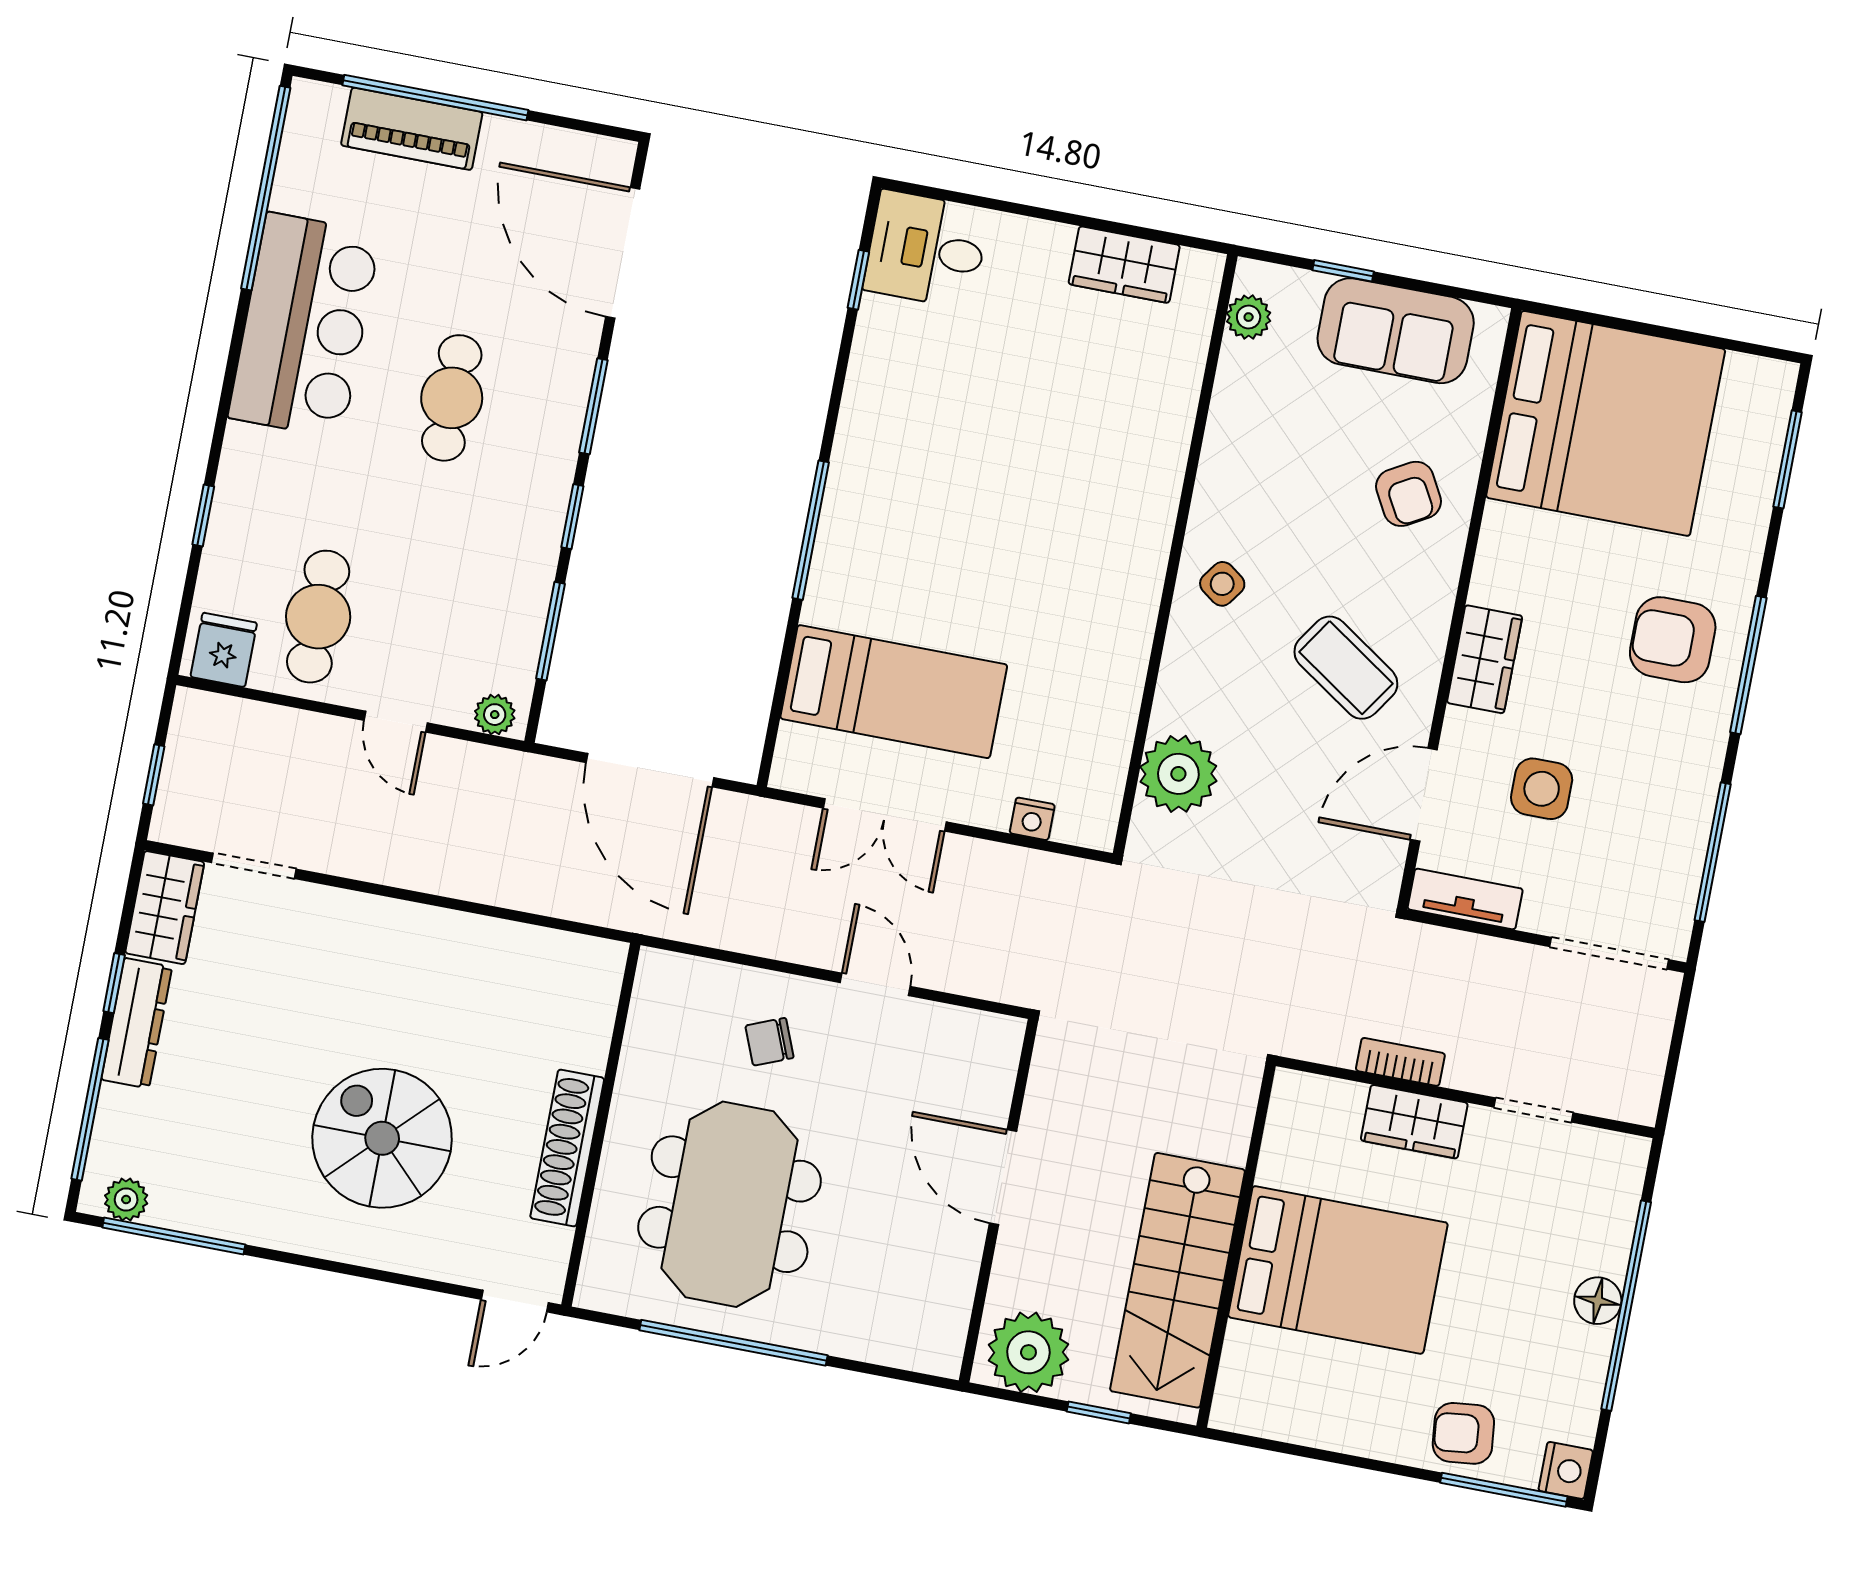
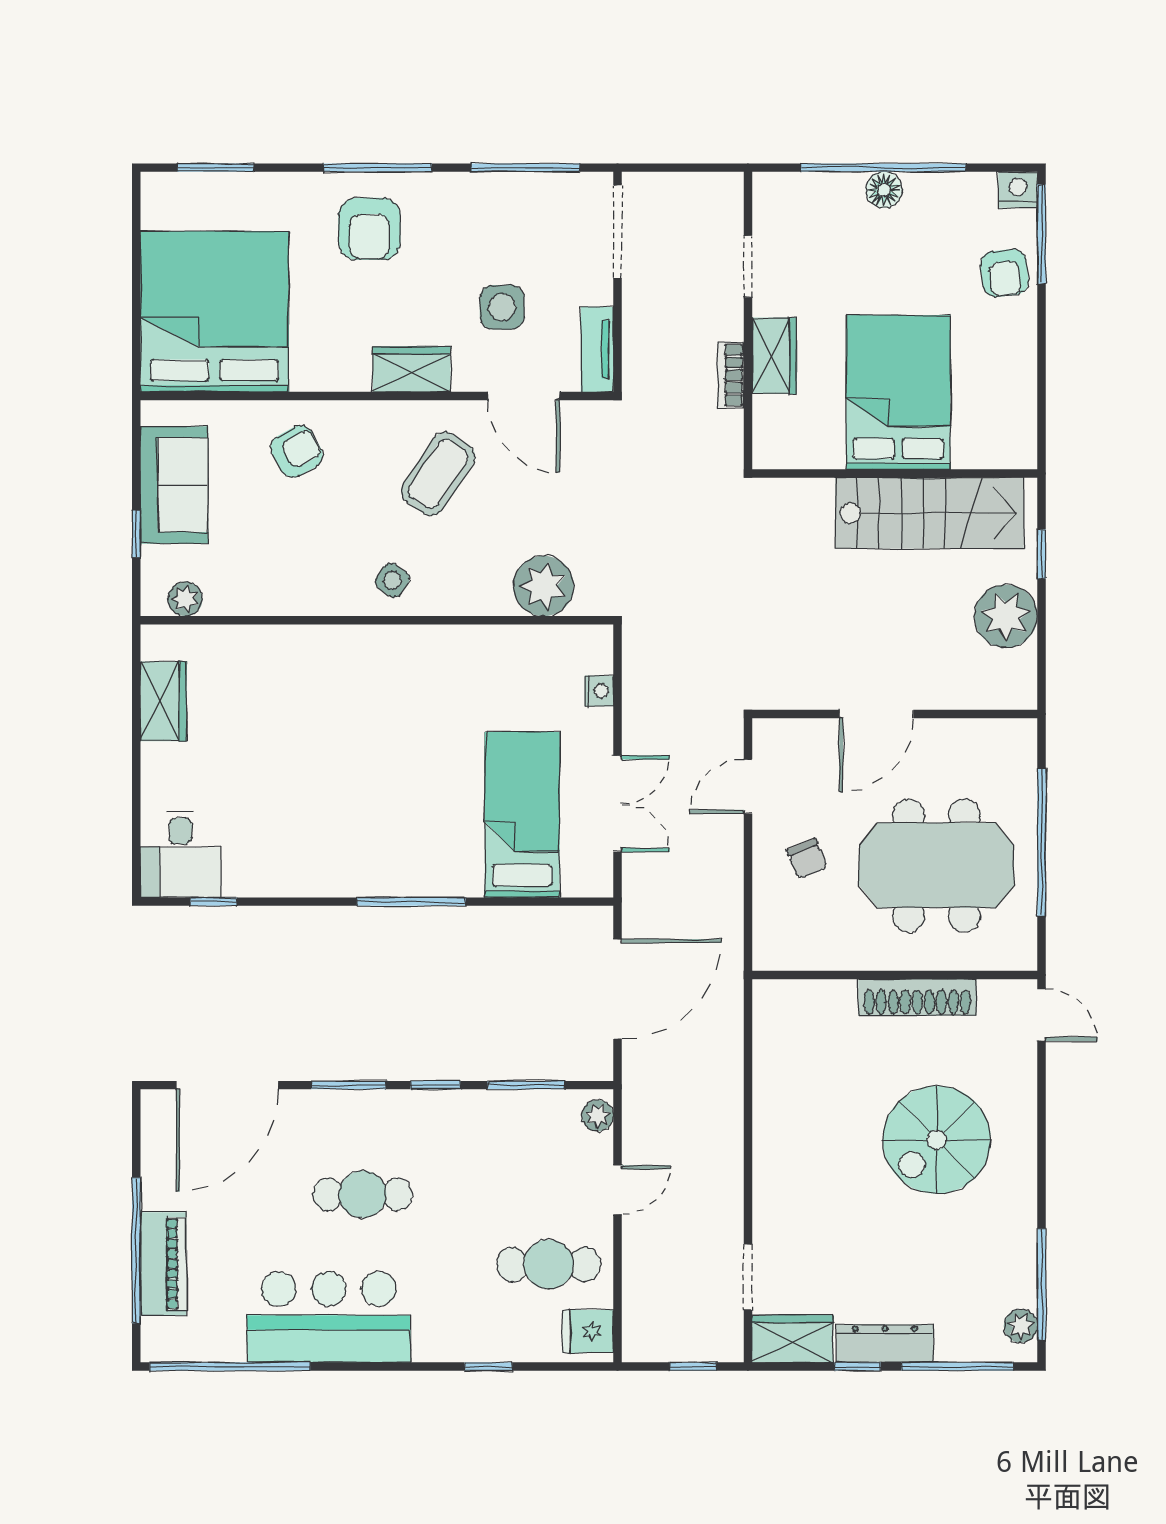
door: (1003, 1177) -> (876, 714), moved
wall: (999, 1201) -> (895, 714), moved

